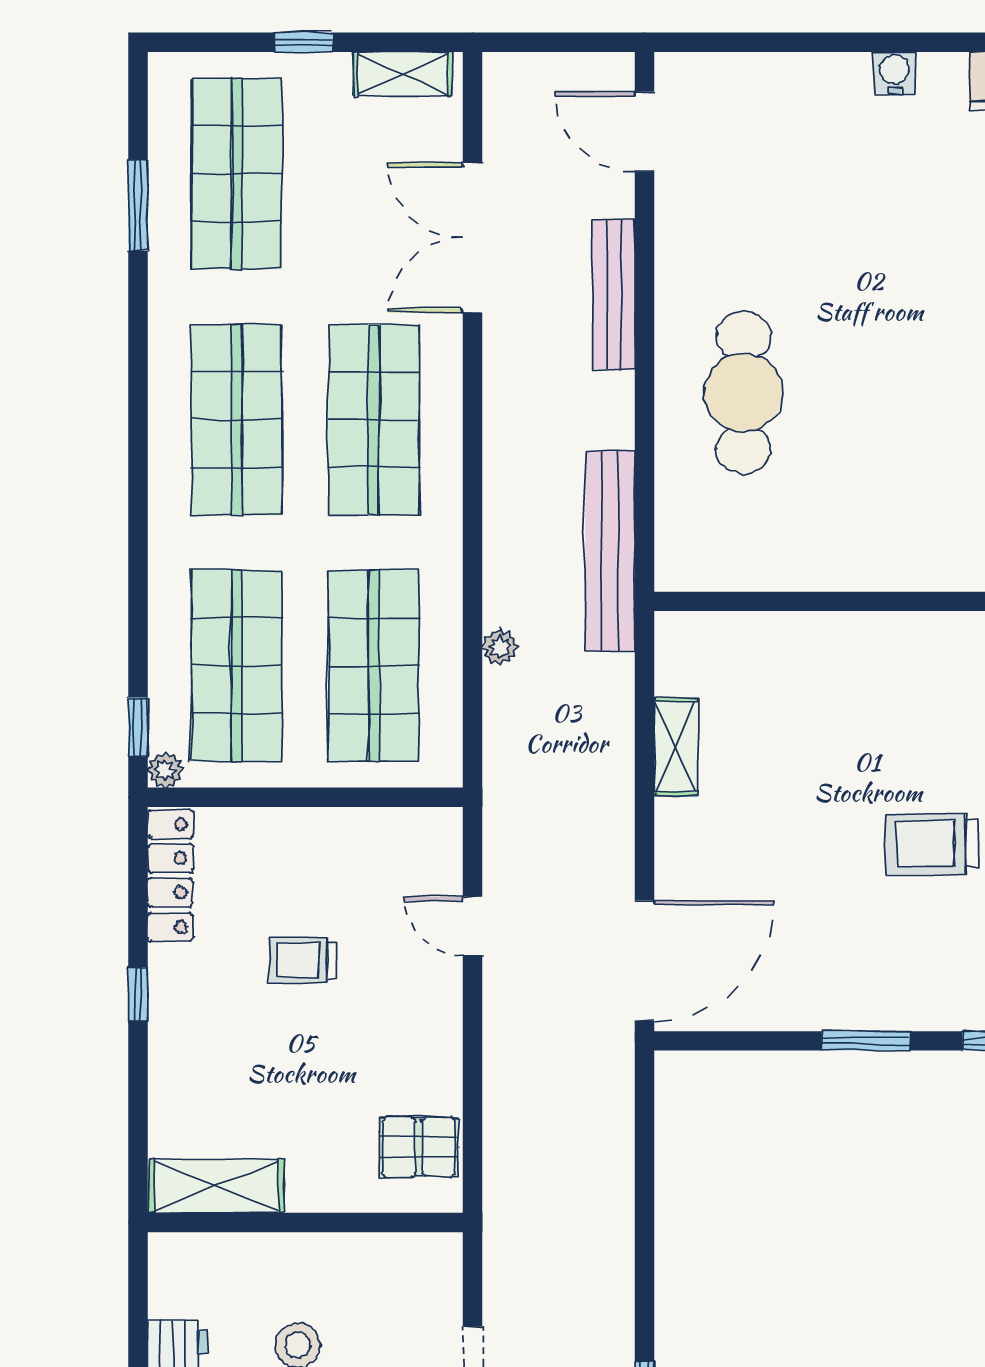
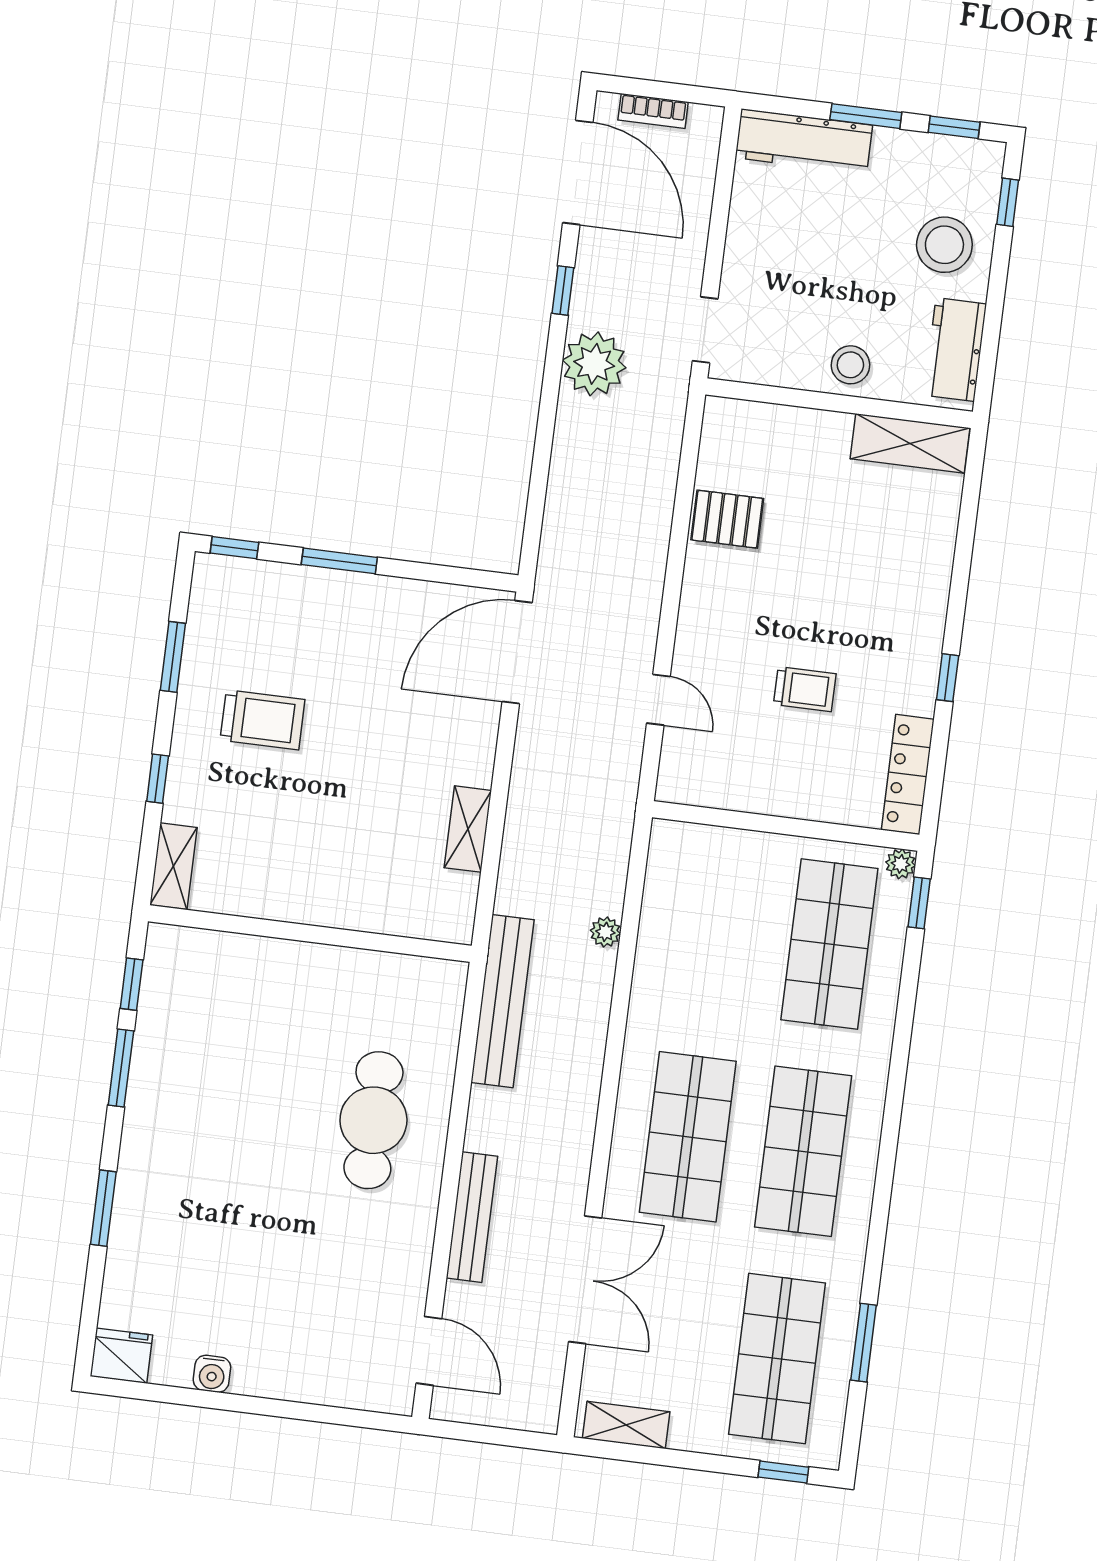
window: (304, 42) -> (783, 1472), moved
shop shelf: (374, 666) -> (714, 930), removed
shelving: (216, 1186) -> (910, 443), moved
wall: (305, 1223) -> (839, 403), moved
plant: (597, 1309) -> (594, 364), added

